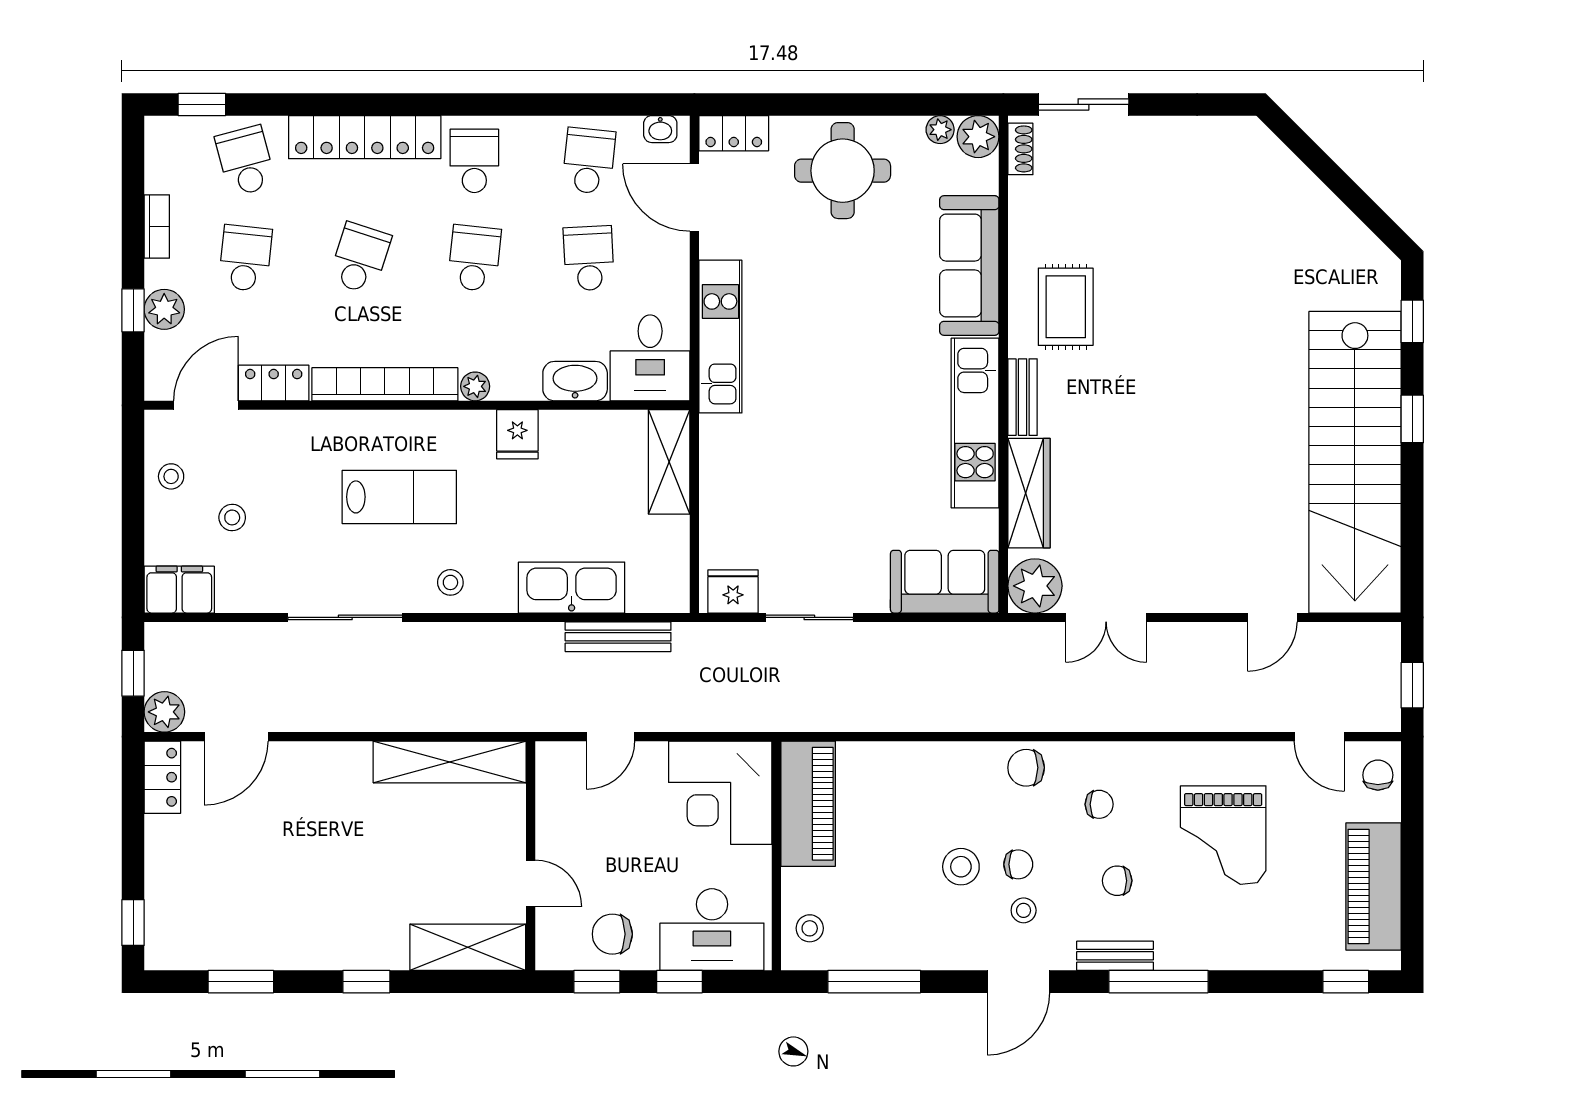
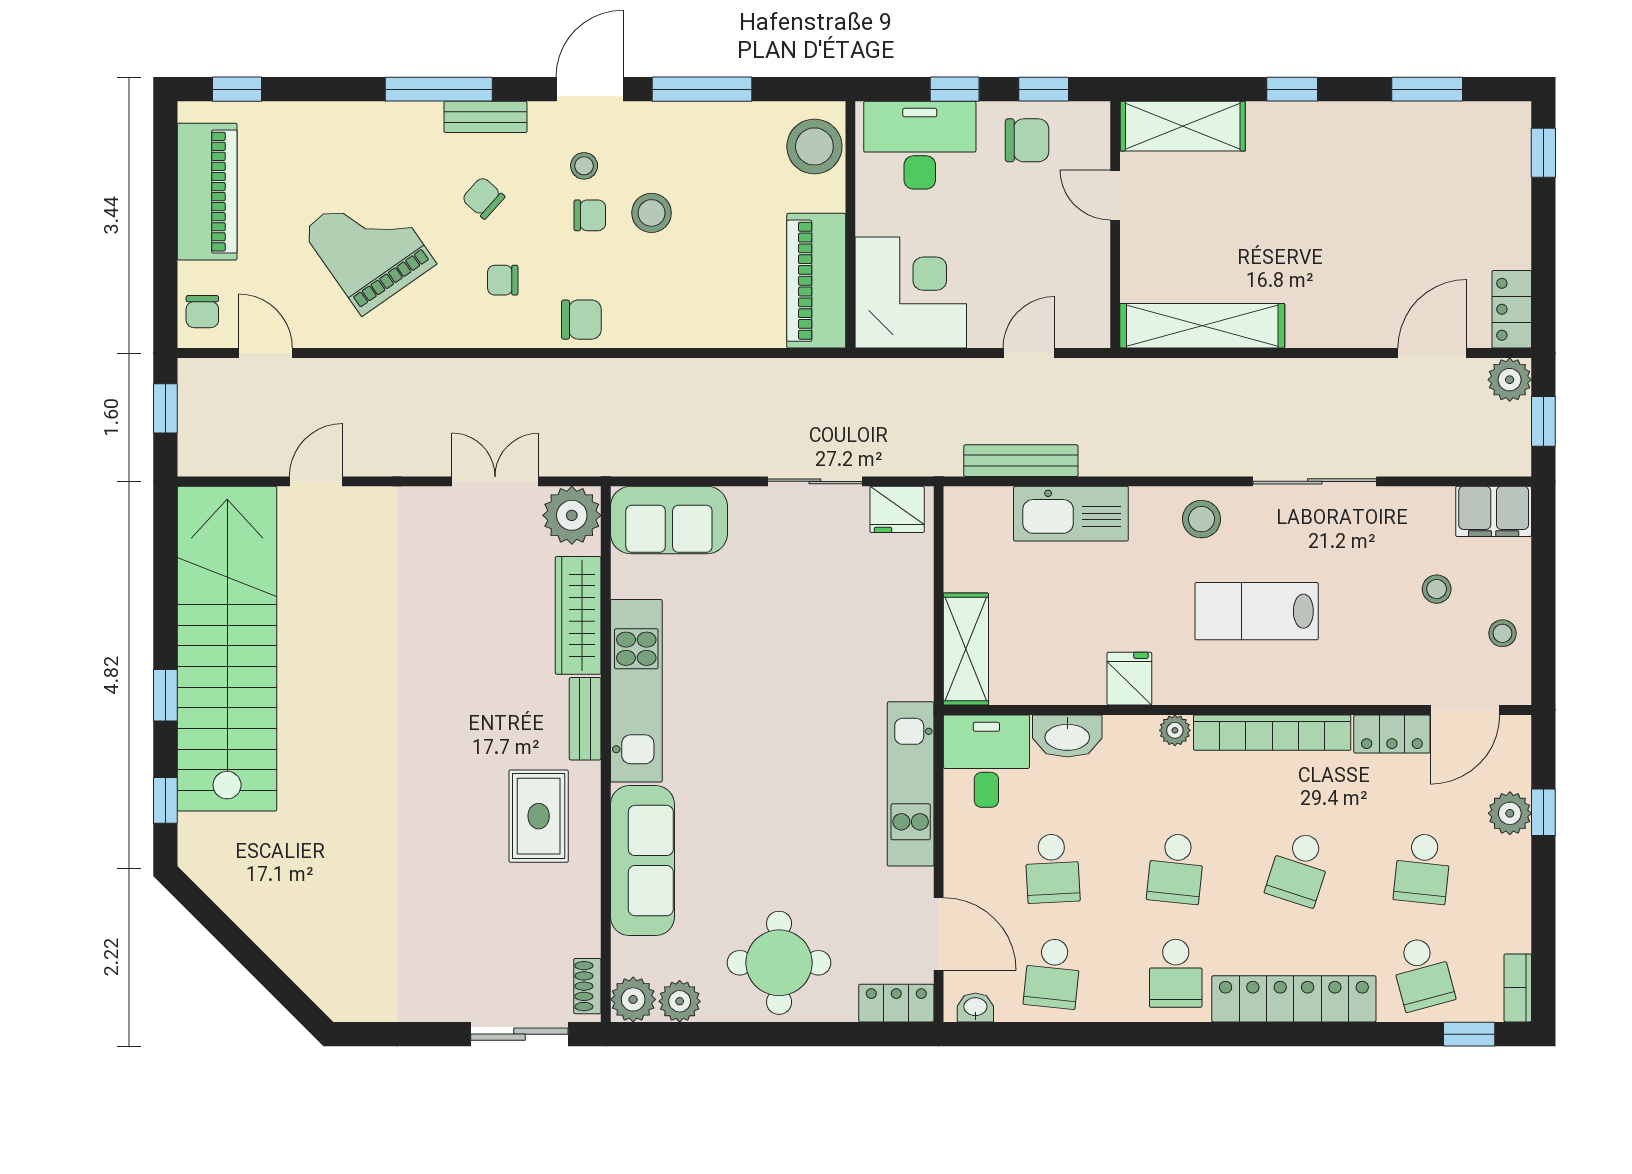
plant: (940, 130) -> (680, 1001), width x1.38, depth x1.38
bookcase: (157, 227) -> (1518, 988), moved
stool: (450, 582) -> (1201, 519), width x1.37, depth x1.37
grand piano: (1223, 835) -> (369, 247), turned -35
chair: (1018, 864) -> (590, 215), turned 180
chair: (1117, 881) -> (483, 198), turned -138
stool: (810, 928) -> (814, 146), width x1.89, depth x1.89
window: (874, 982) -> (702, 89), moved

